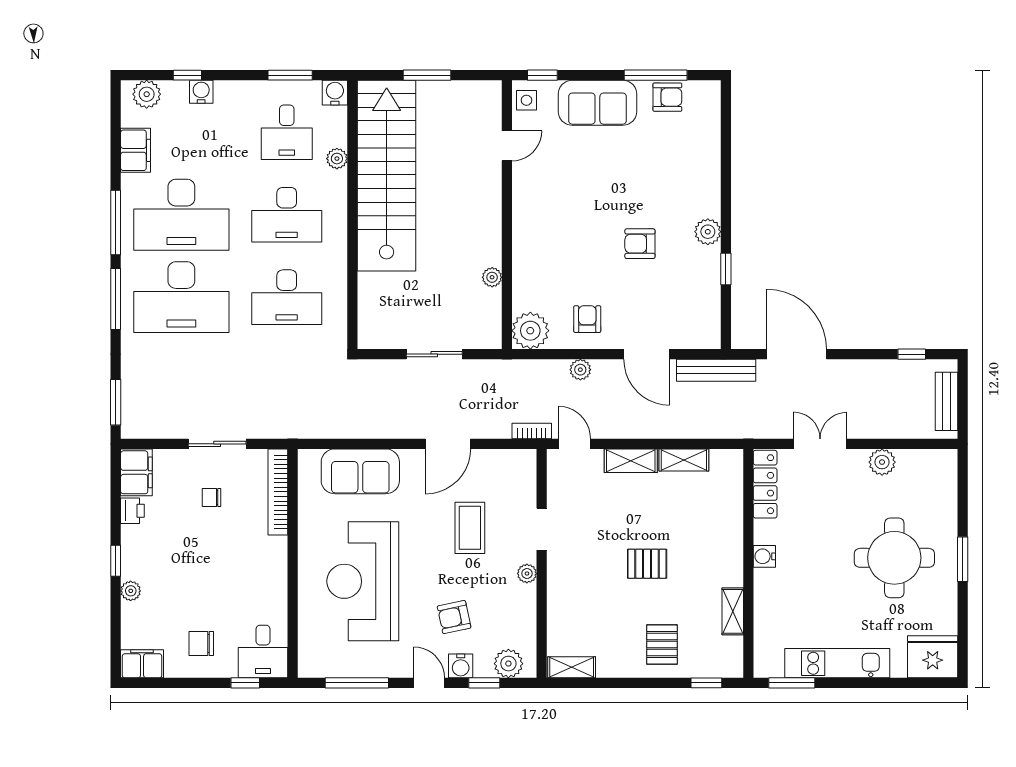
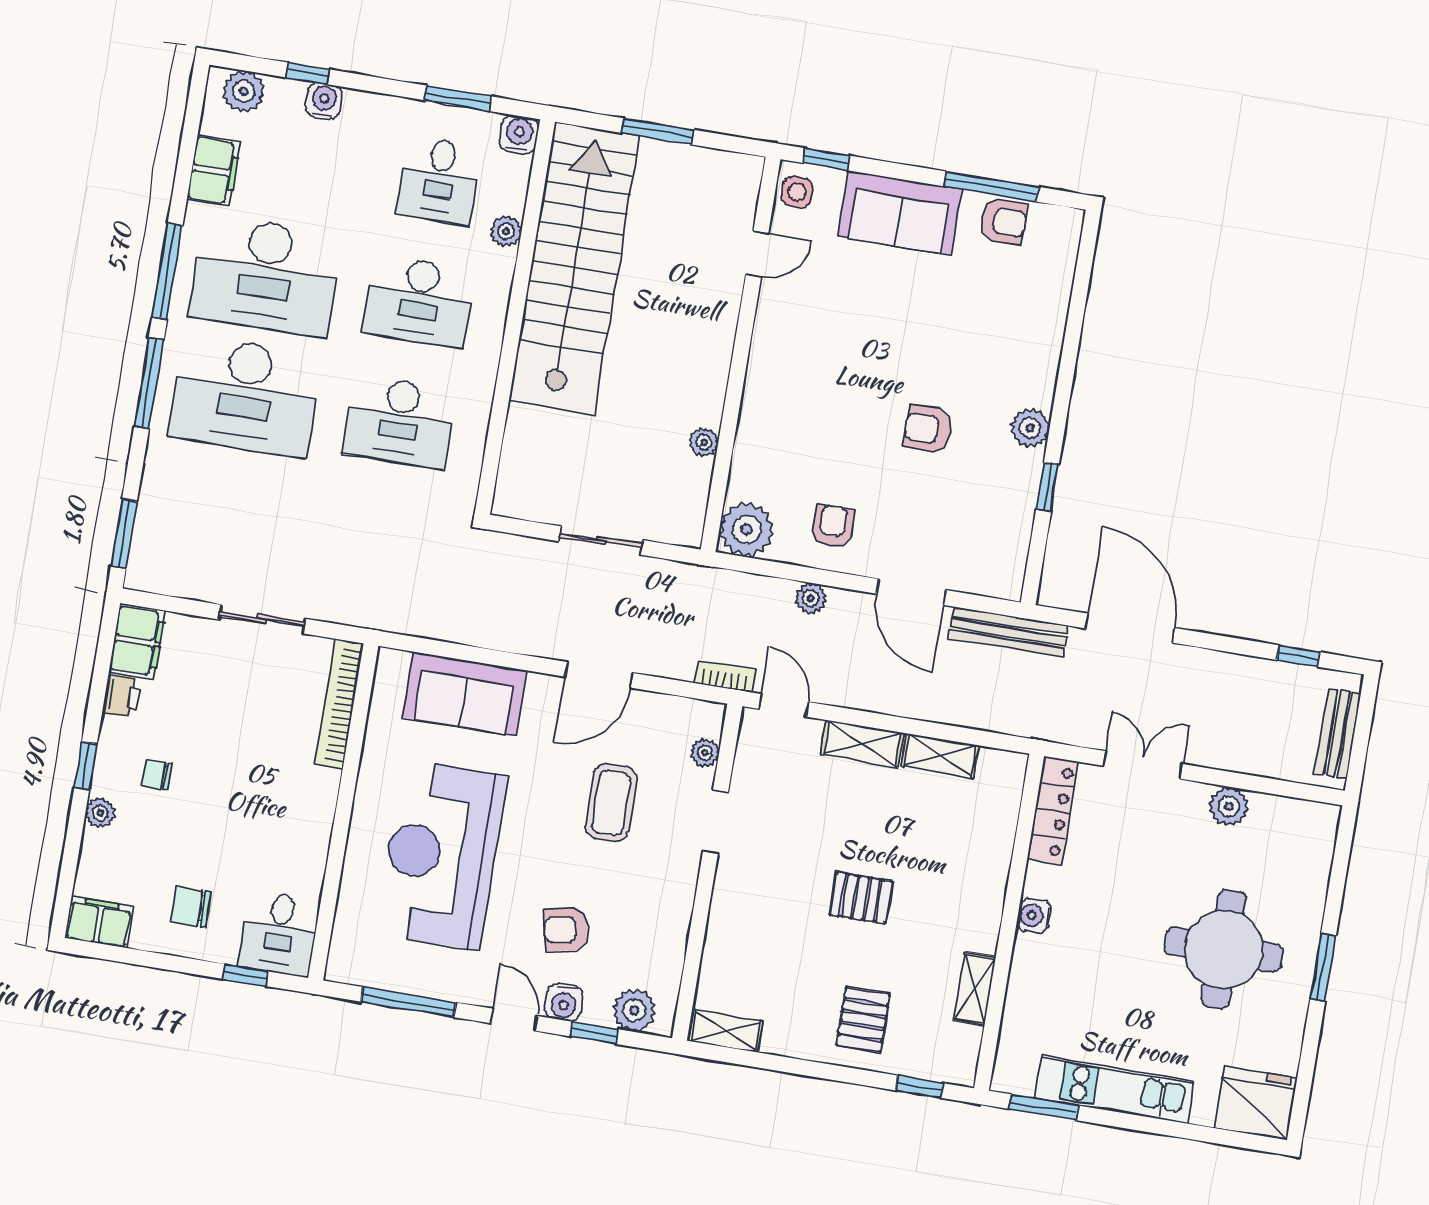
chair: (212, 498) -> (156, 774), moved
plant: (527, 574) -> (705, 753), moved

